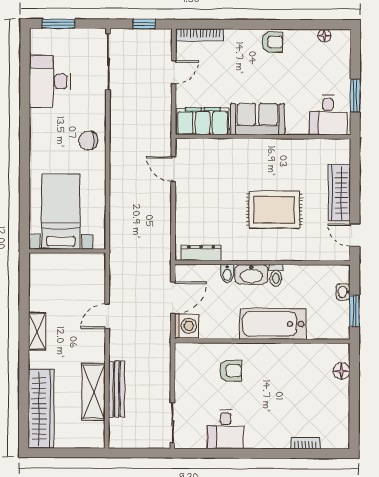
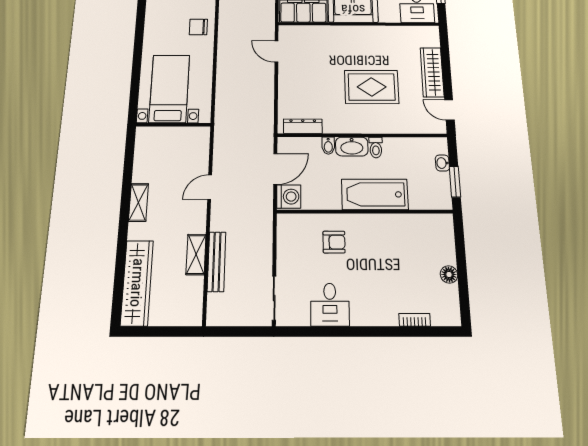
floor lamp: (341, 371) -> (449, 274), moved
shelving: (93, 392) -> (196, 254), width x0.67, depth x0.75

